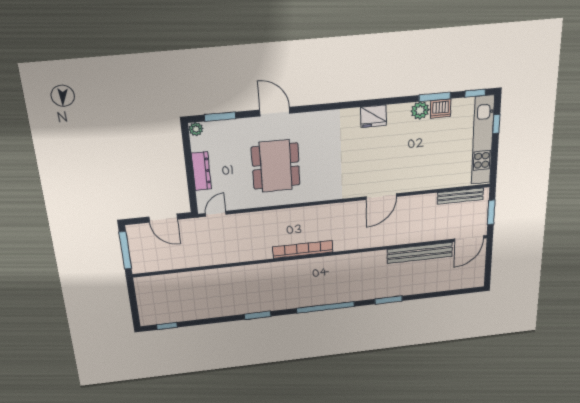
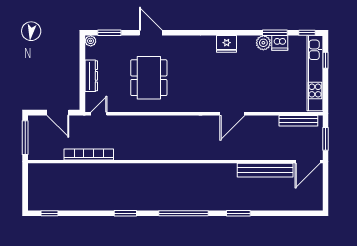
bookcase: (303, 249) -> (89, 154), moved

